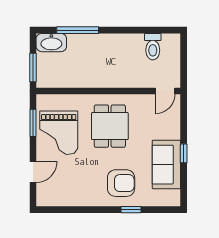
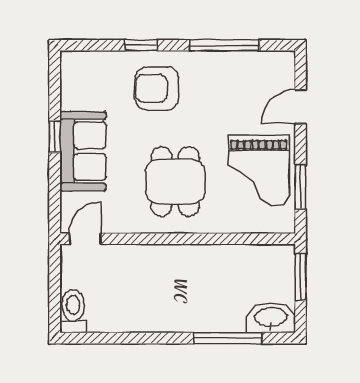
toilet: (153, 47) -> (73, 311), moved
grand piano: (59, 133) -> (259, 171), turned 180
sofa: (166, 165) -> (83, 151), moved
window: (80, 210) -> (224, 45), added

